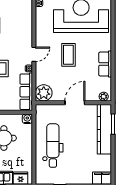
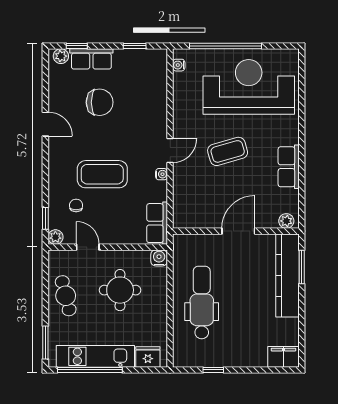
coffee table: (68, 55) -> (228, 151), turned 74
row of seats: (26, 92) -> (157, 223), width x0.68
plant: (44, 93) -> (186, 215), removed

